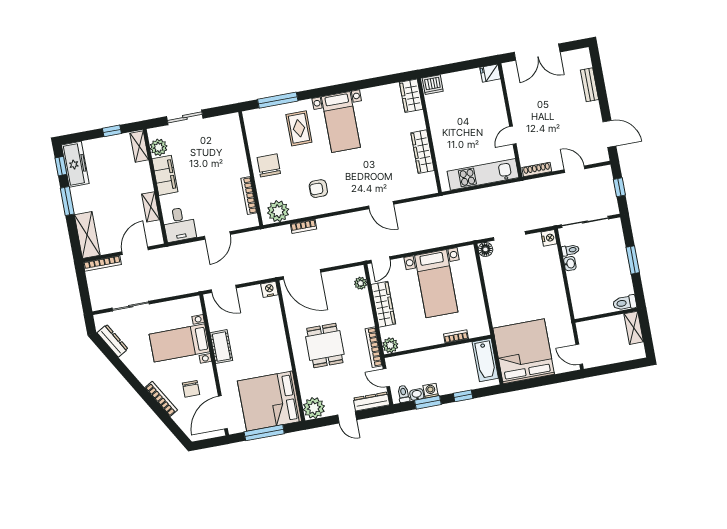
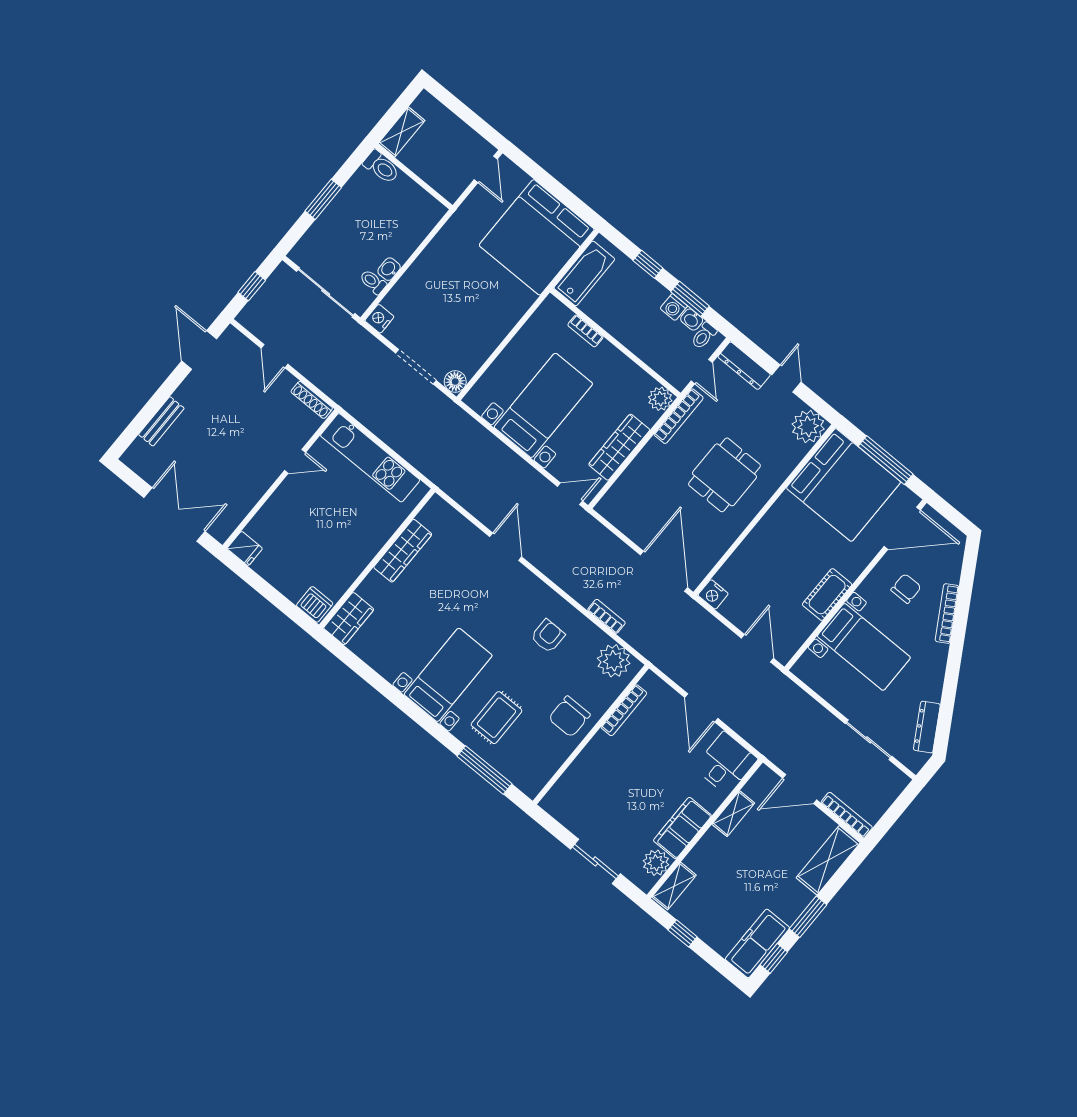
armchair: (318, 189) -> (548, 636), turned -90
door: (217, 235) -> (701, 708), swing flipped
plant: (361, 283) -> (617, 494), removed

